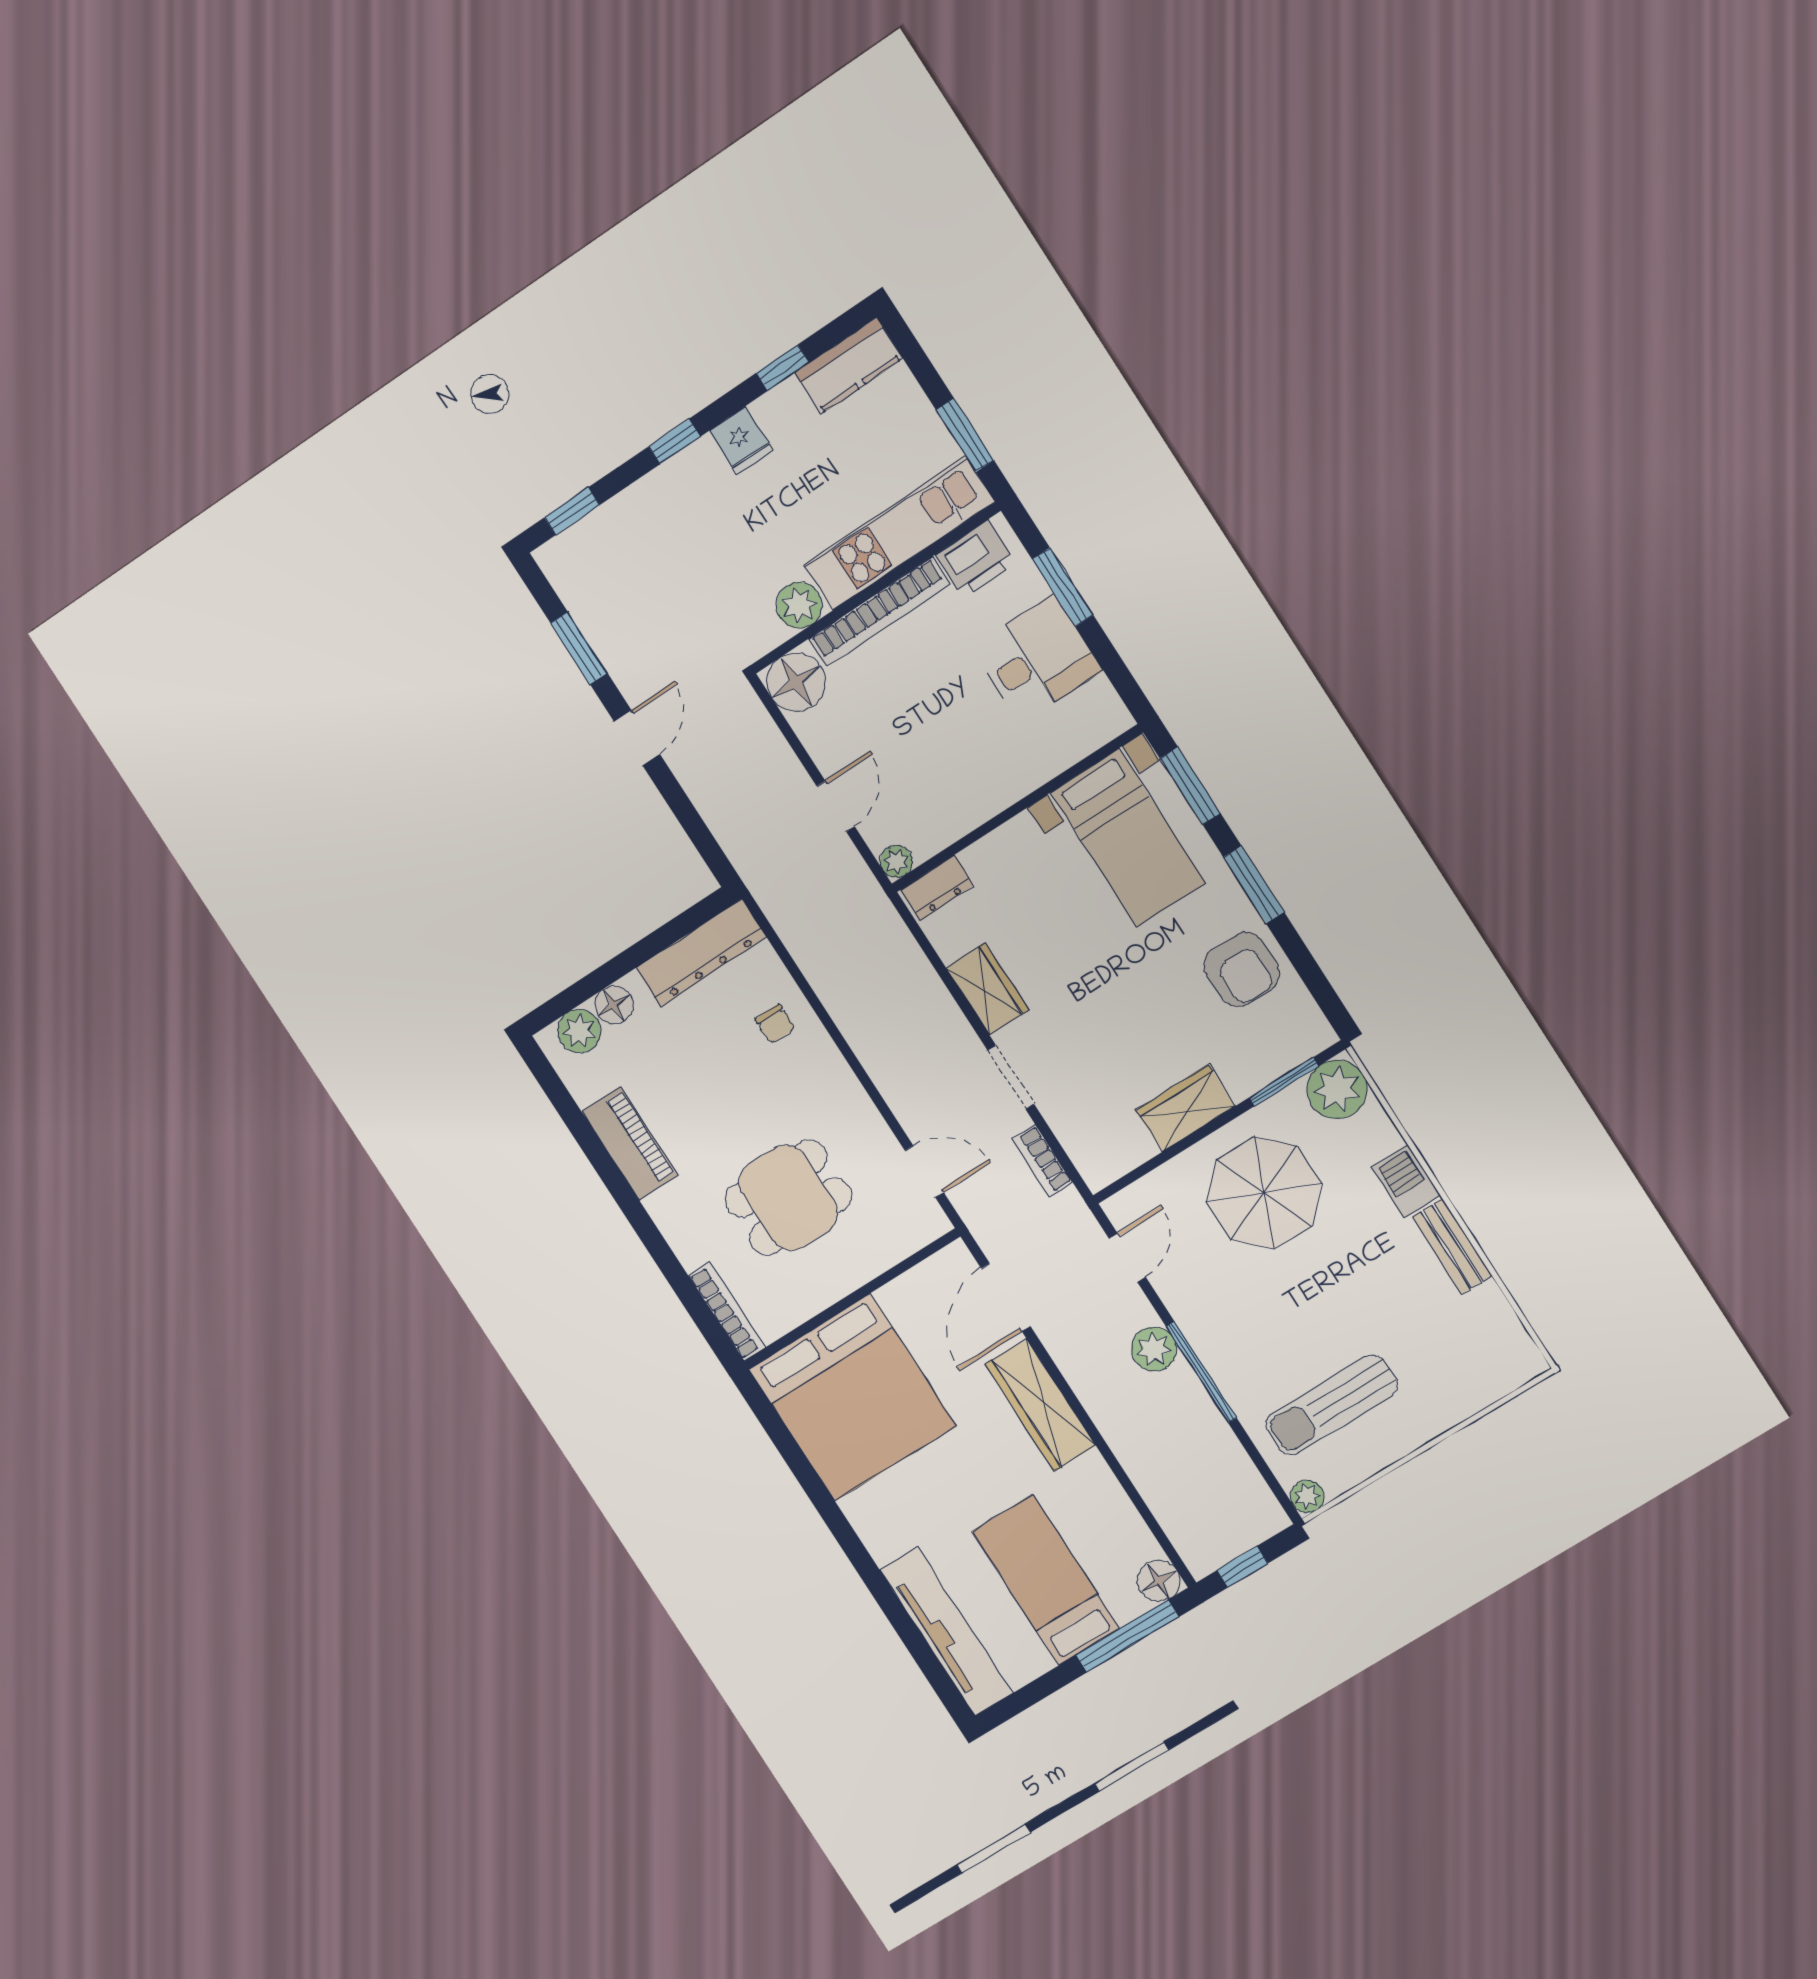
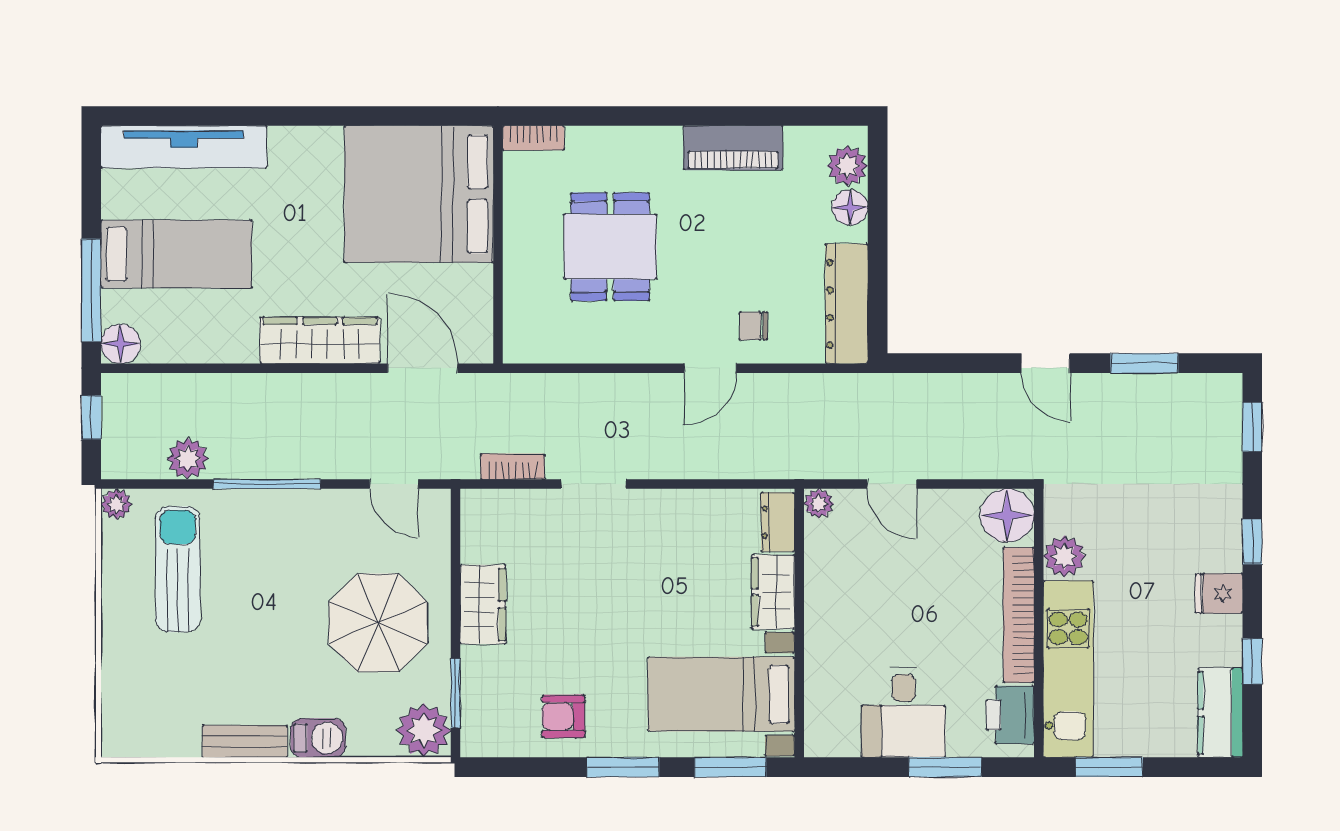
armchair: (1242, 969) -> (563, 716), width x0.72, depth x0.72
wardrobe: (987, 989) -> (773, 592), moved, turned 90
door: (924, 1171) -> (710, 368), moved
bookcase: (727, 1312) -> (533, 138), width x0.64
plant: (1154, 1349) -> (188, 459), moved

